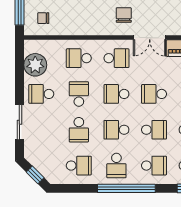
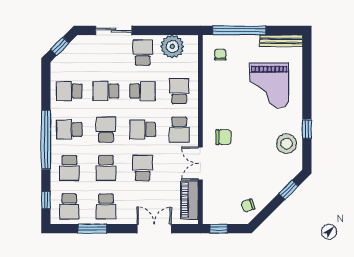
school desk: (116, 94) -> (143, 130), turned -90
school desk: (79, 166) -> (69, 91), turned 90

